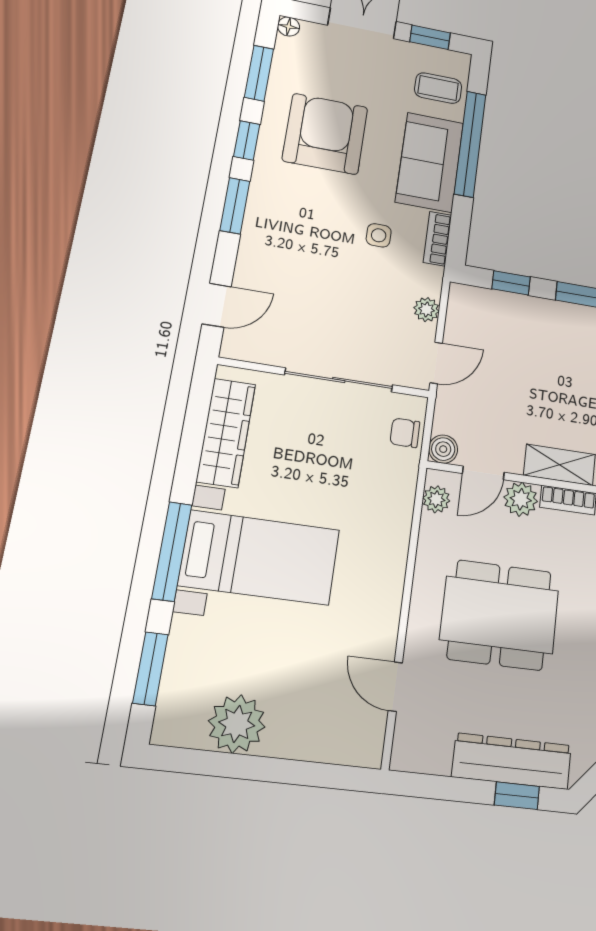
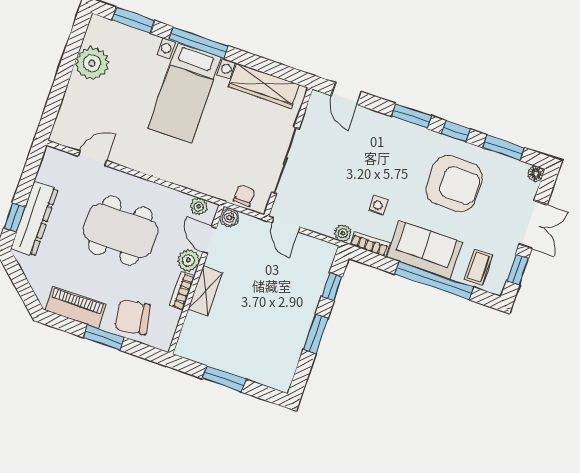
plant: (427, 310) -> (343, 233), moved
dining table: (500, 615) -> (120, 231), turned 90

